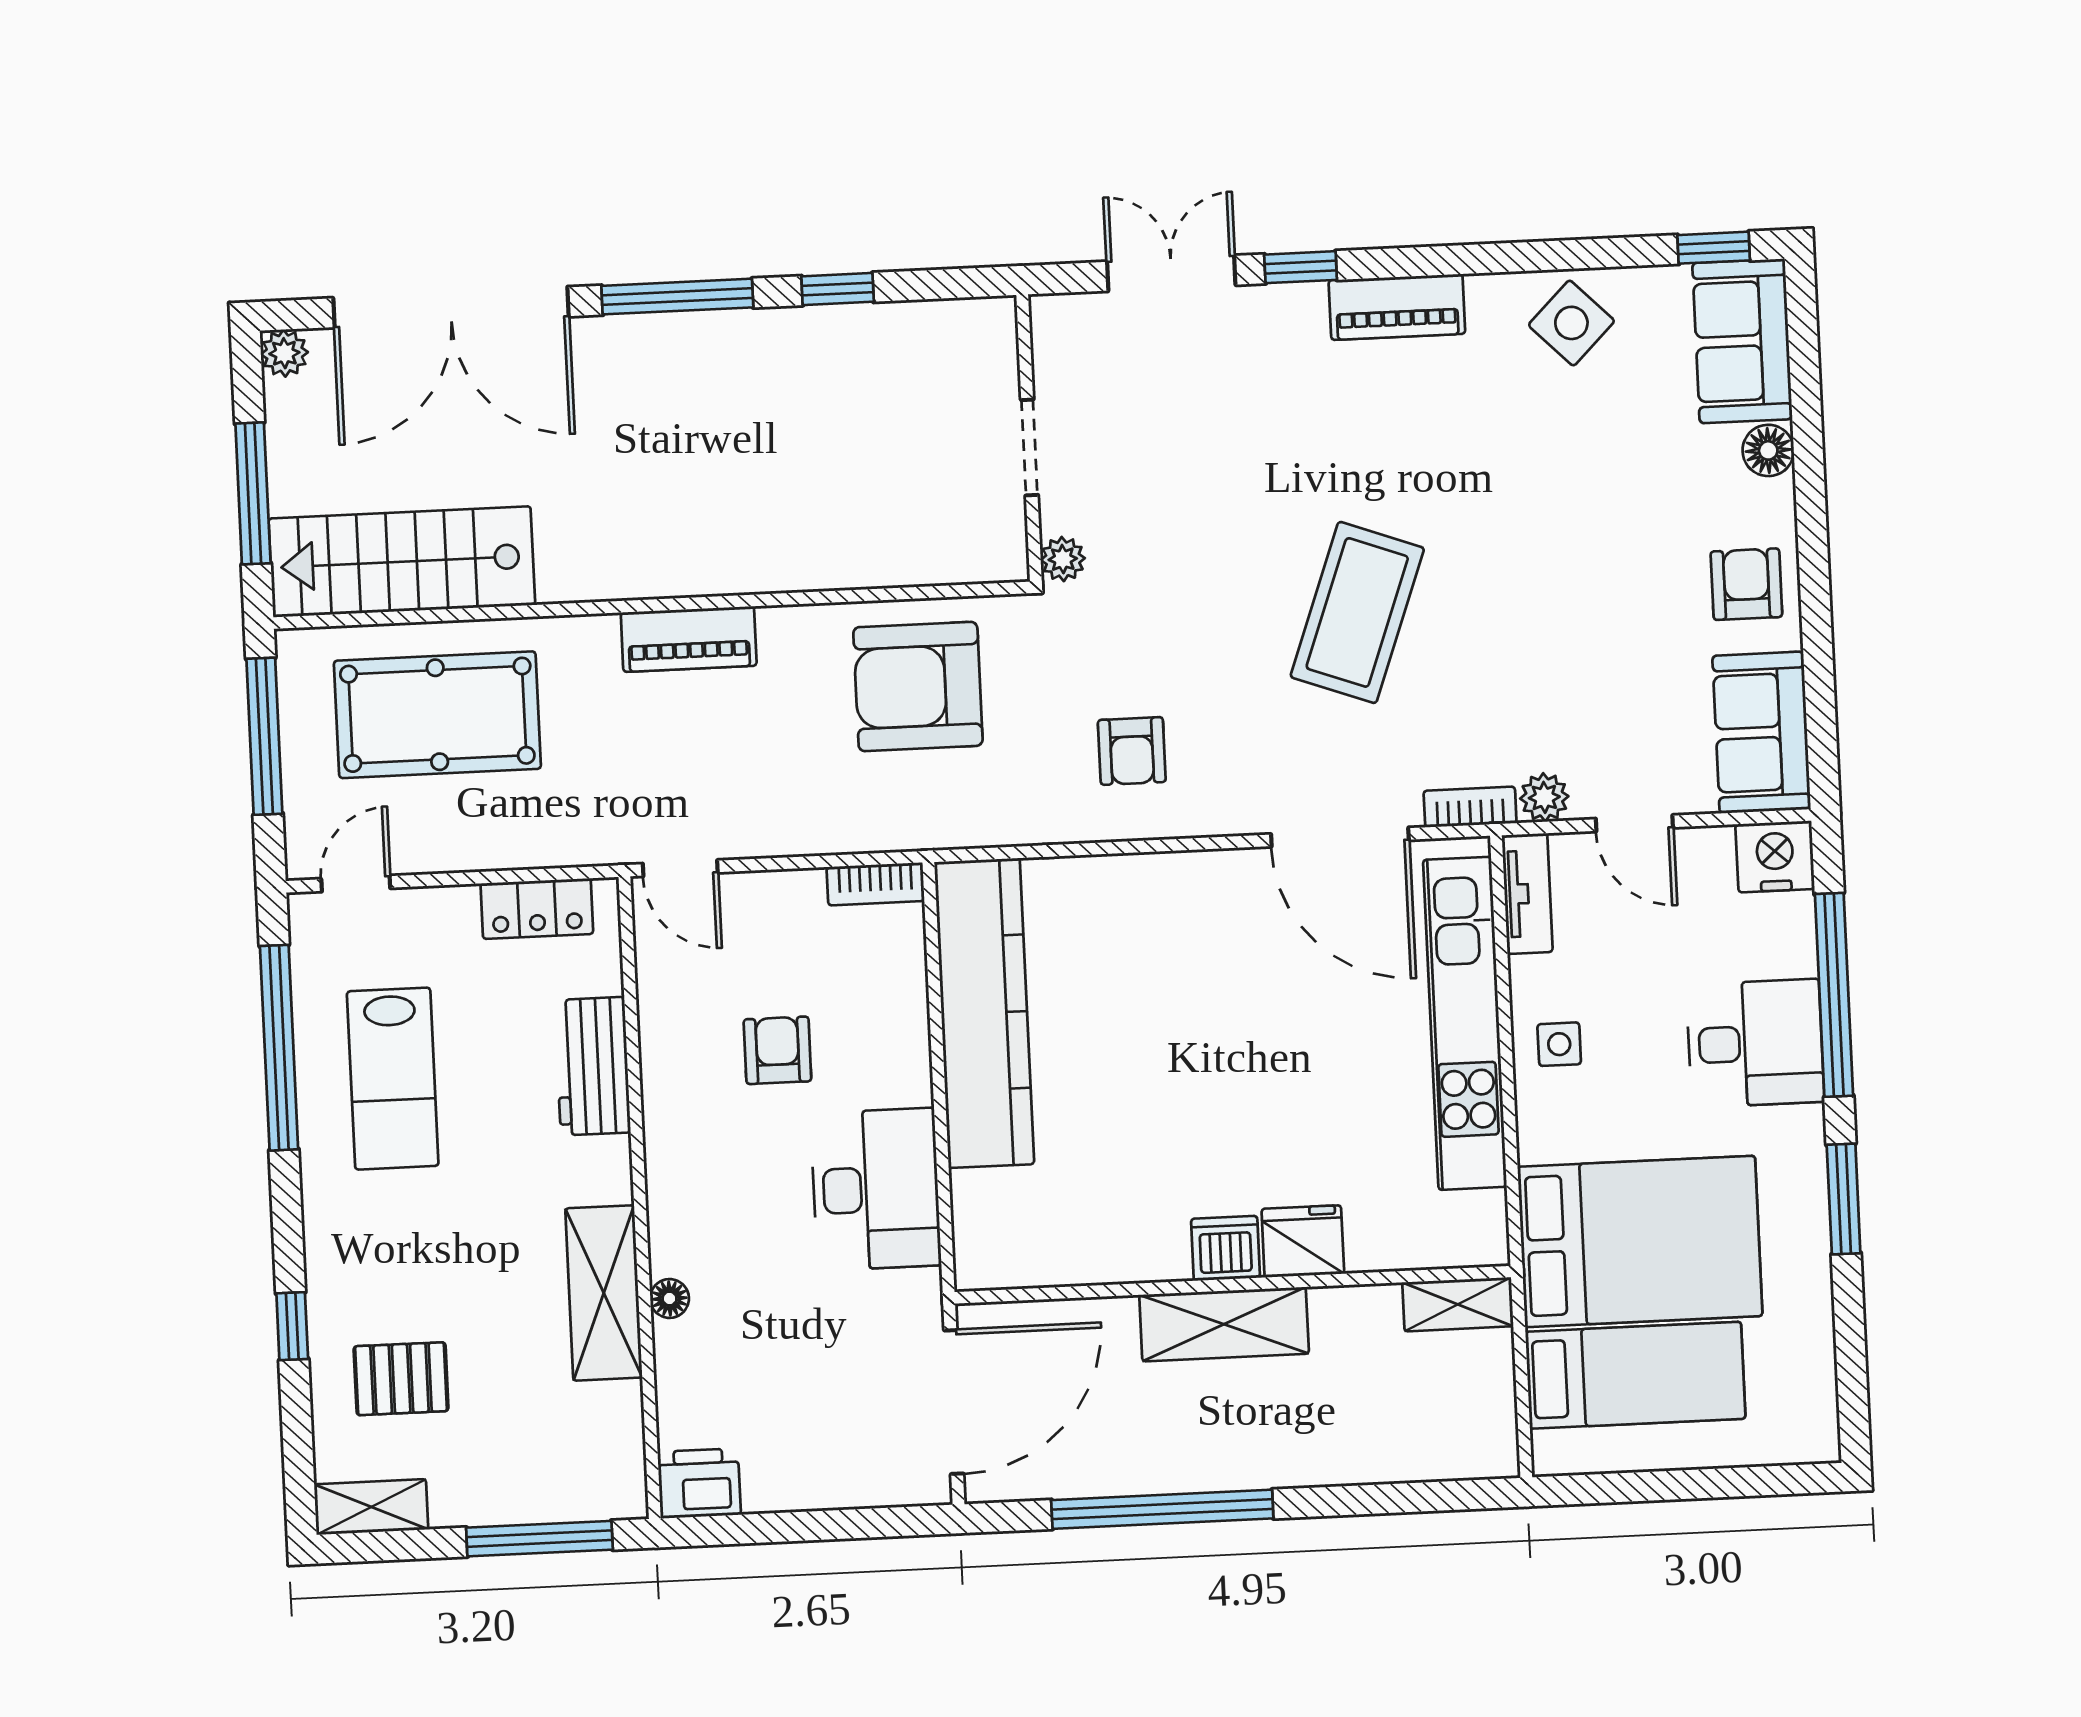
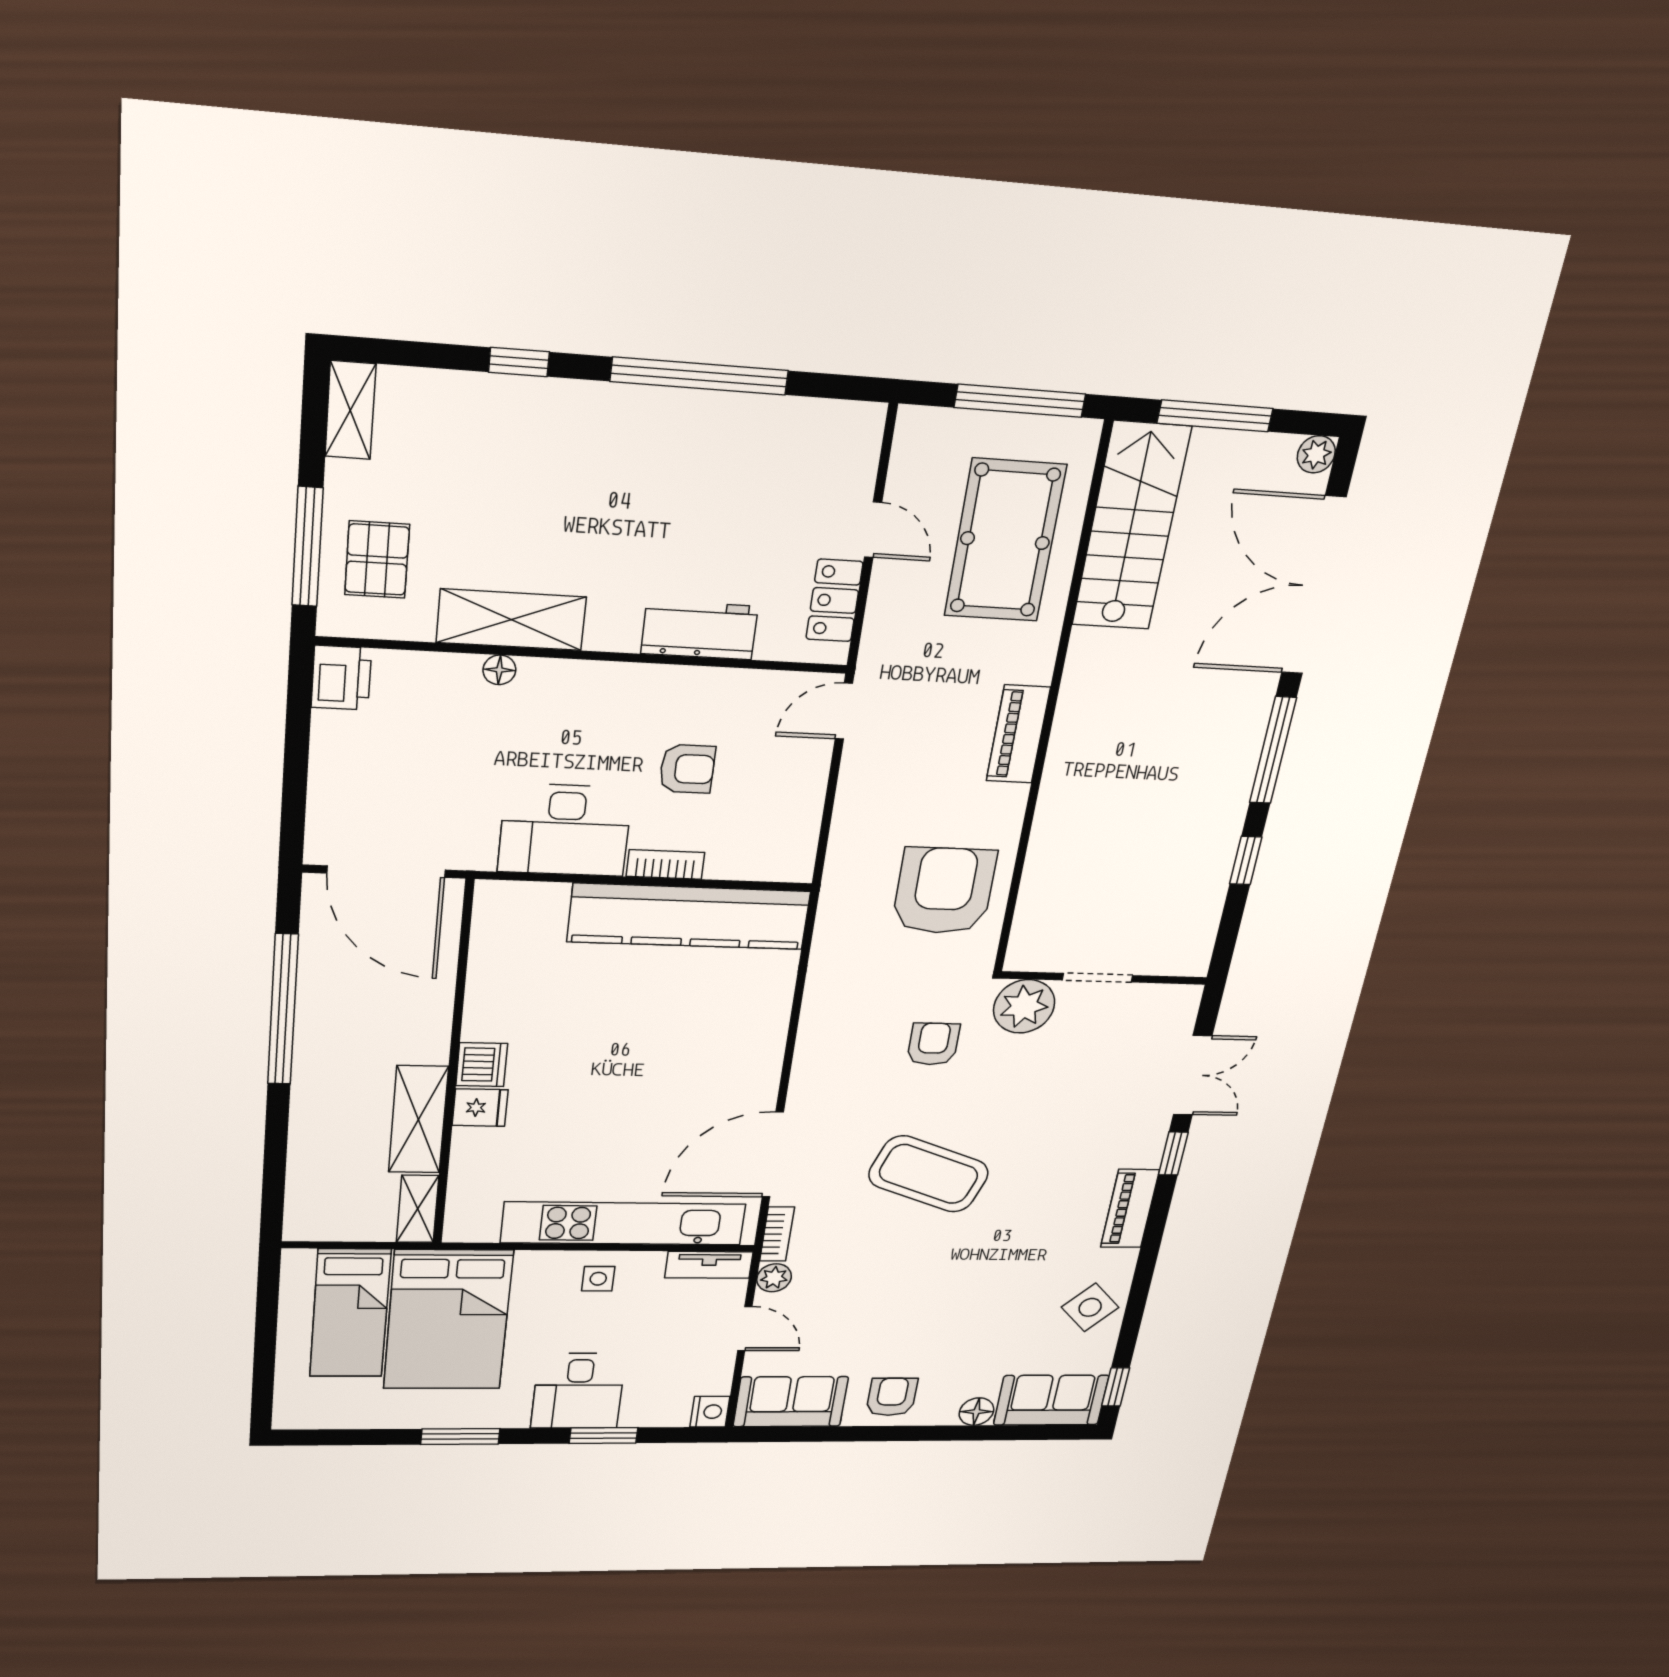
plant: (1063, 559) -> (1024, 1006), width x1.87, depth x1.87
armchair: (1746, 584) -> (892, 1397), turned -90
armchair: (1132, 751) -> (933, 1044), moved, turned 90
door: (1634, 823) -> (745, 1329), swing flipped
nightstand: (1775, 857) -> (710, 1412), width x0.74, depth x0.75
door: (356, 884) -> (873, 530), moved
bookcase: (875, 884) -> (665, 864), moved, turned 90
window: (1834, 995) -> (604, 1435), width x0.47
window: (279, 1048) -> (700, 376), moved
lab bench: (393, 1079) -> (718, 471), removed
fridge: (1303, 1241) -> (480, 1108), width x0.72
shelving: (1224, 1324) -> (418, 1120), moved
pallet: (401, 1379) -> (377, 560), moved

